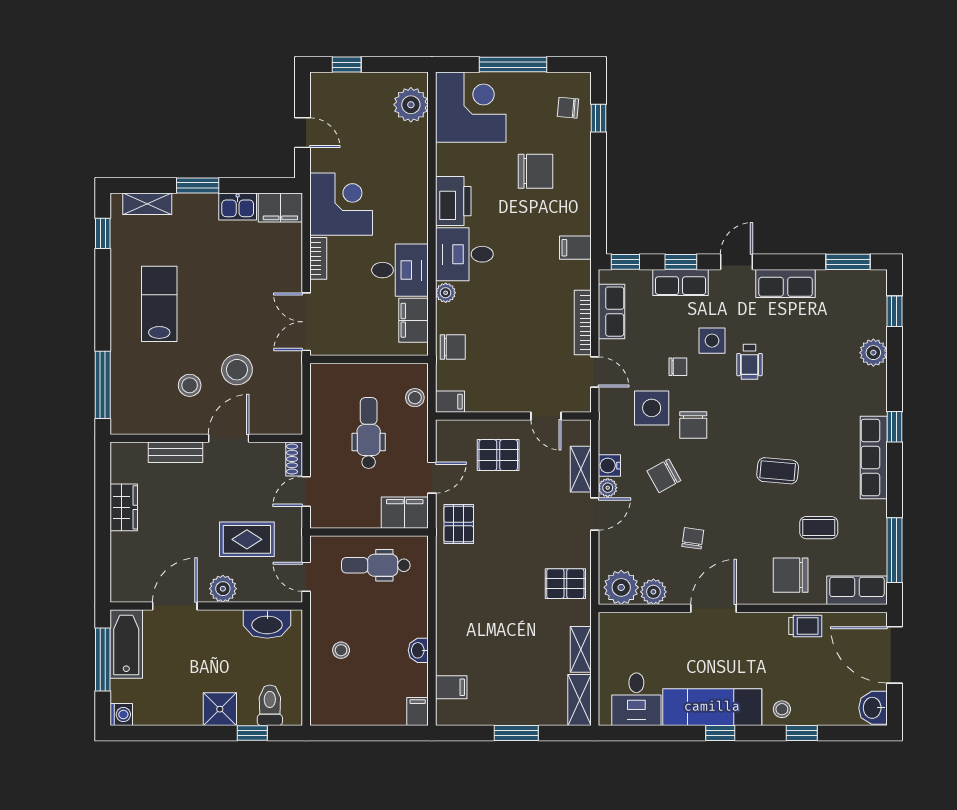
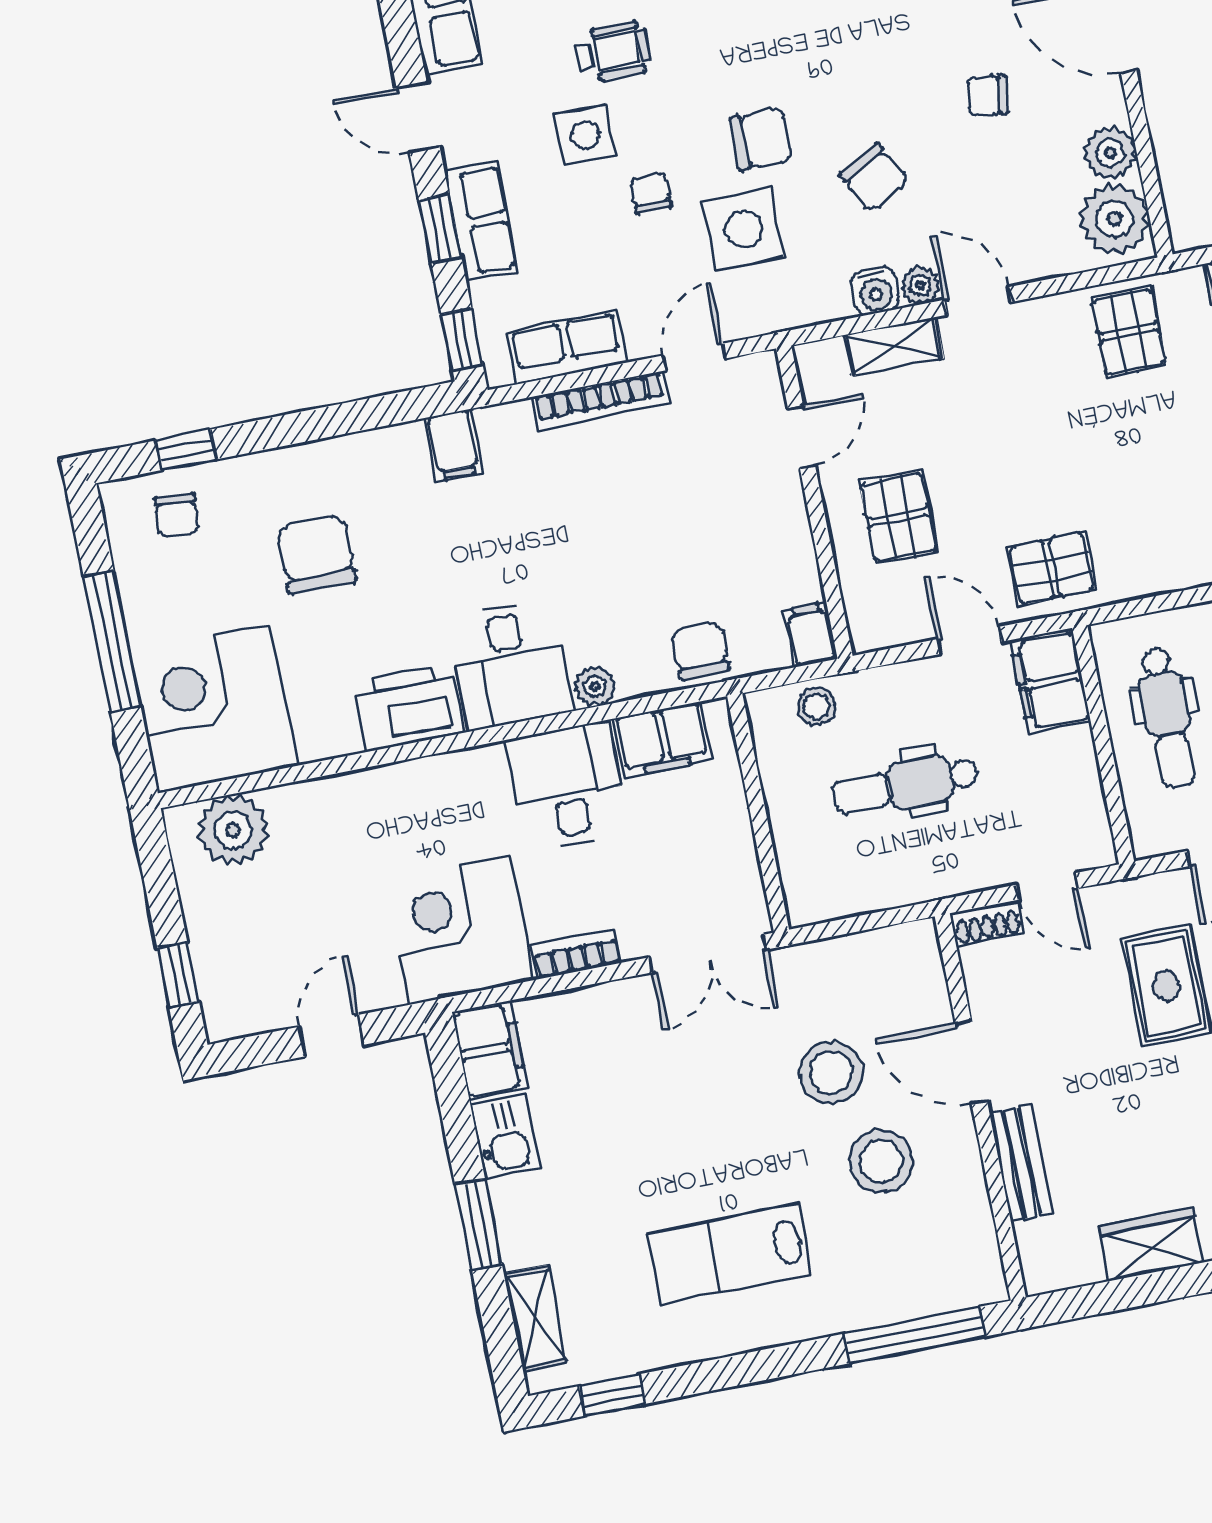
stool: (190, 385) -> (881, 1161), width x1.38, depth x1.38

